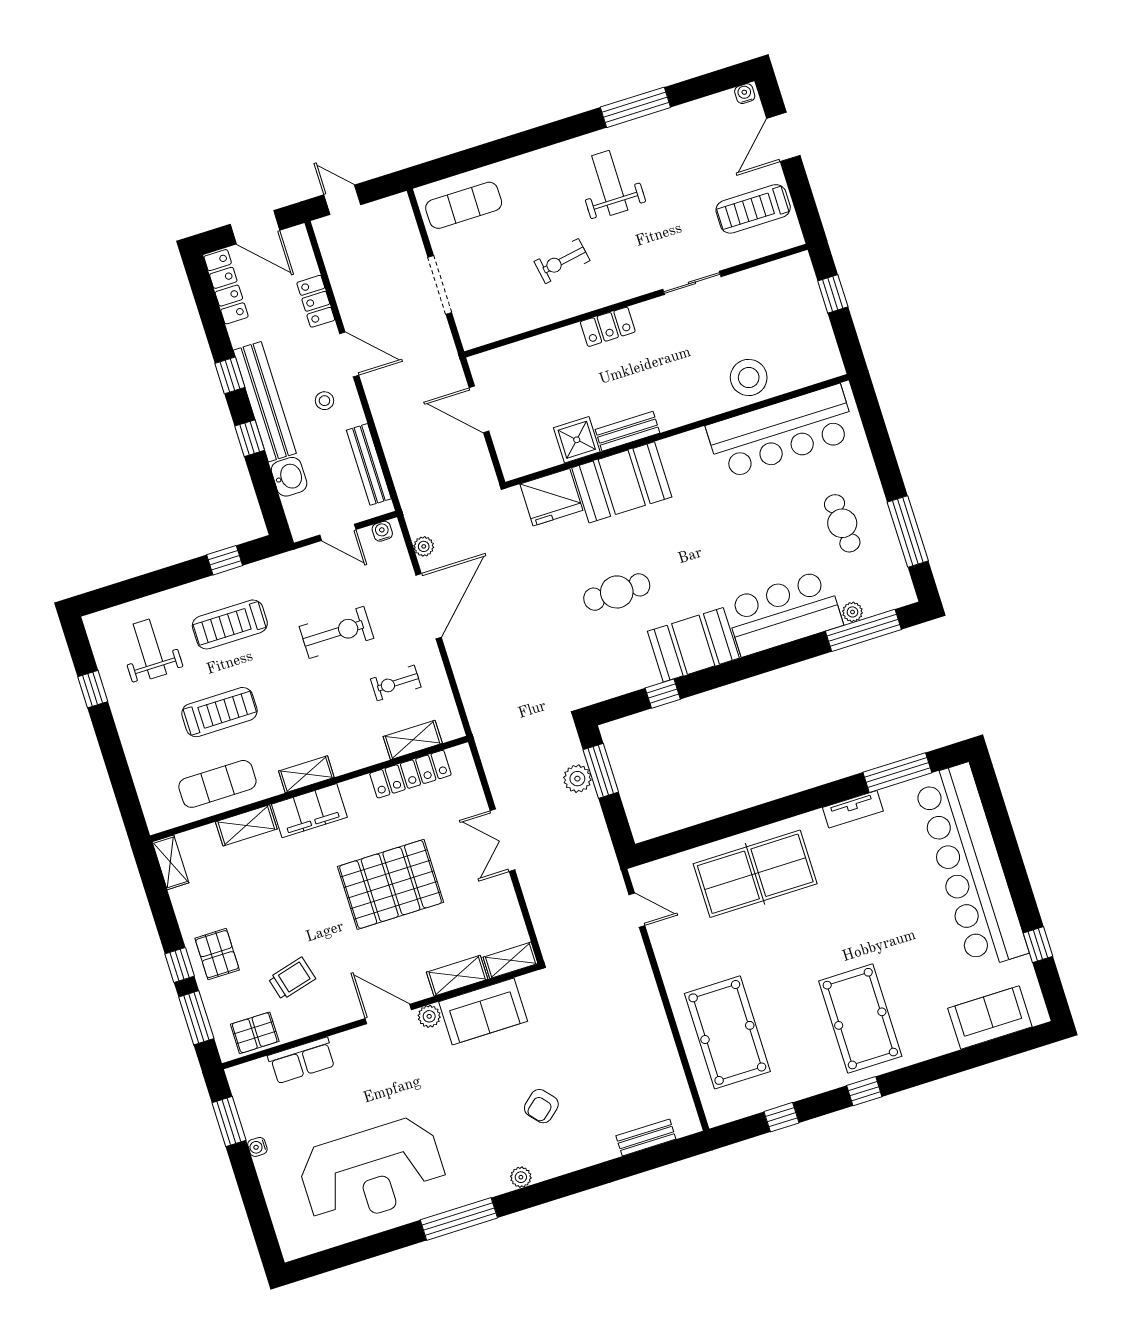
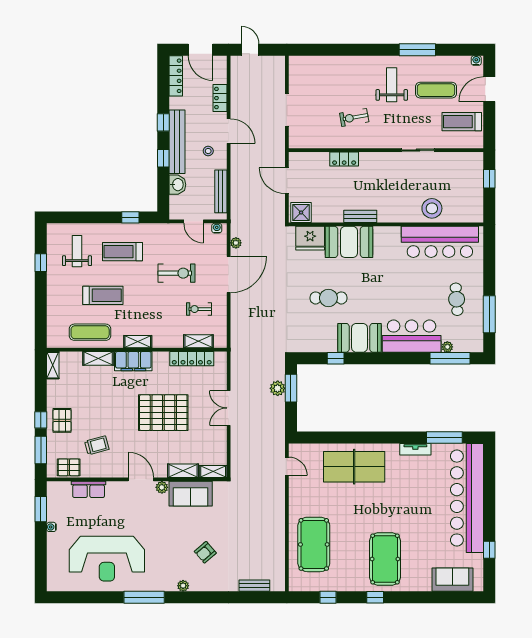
exercise mat: (464, 205) -> (436, 90), moved
locker: (608, 327) -> (344, 159), moved
shower: (577, 440) -> (301, 213), moved

